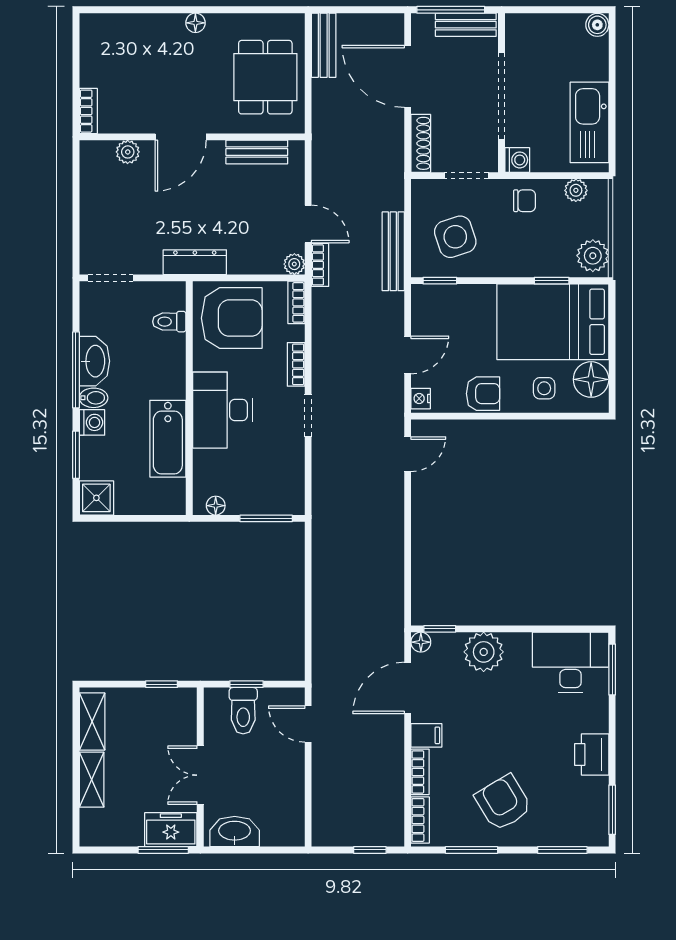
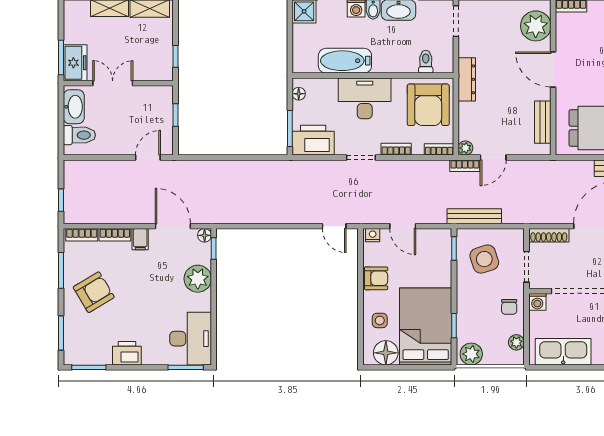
plant: (128, 152) -> (536, 26), width x1.87, depth x1.87
armchair: (483, 394) -> (376, 278), turned -90
printer: (283, 485) -> (313, 140), added
toilet: (243, 711) -> (79, 135), moved, turned 180

